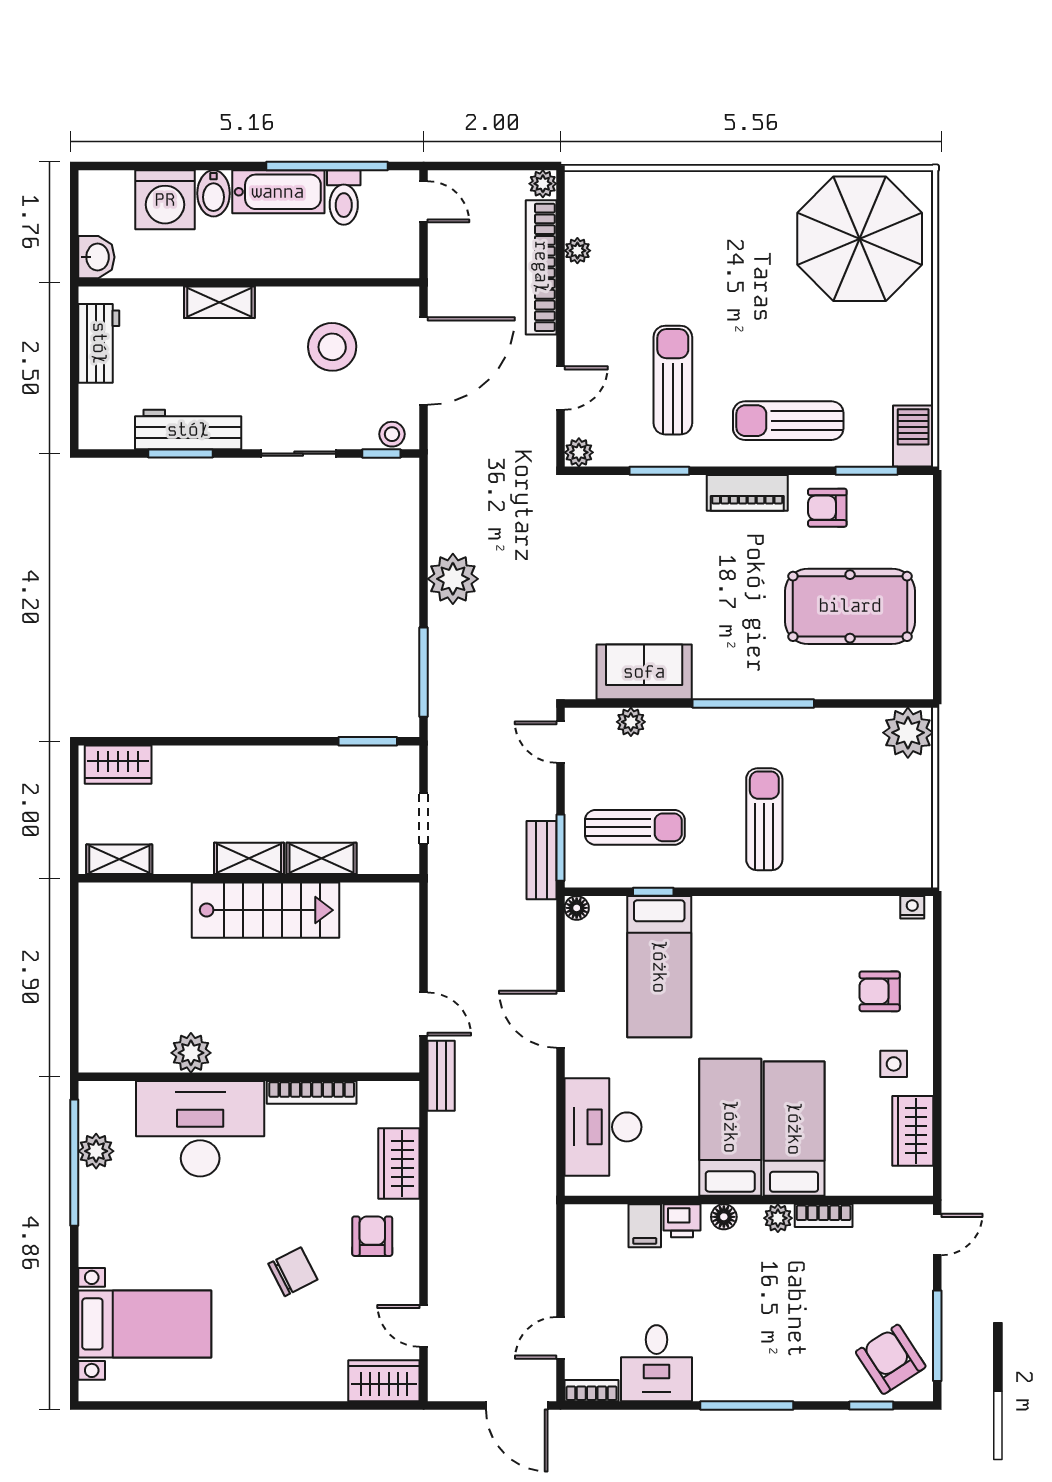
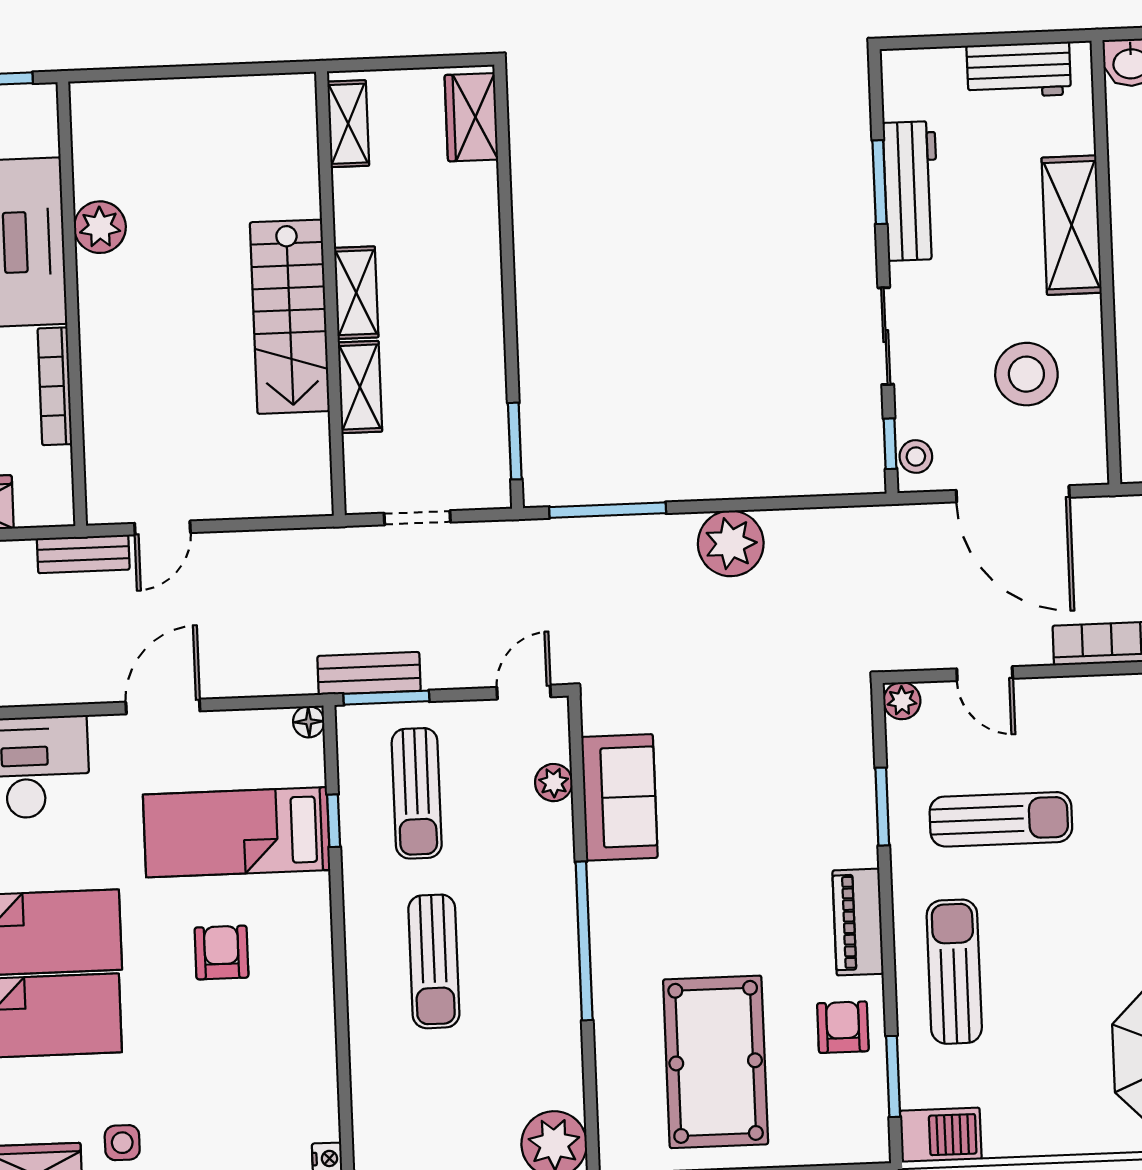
shelving: (219, 302) -> (1072, 225), width x1.50, depth x1.33
sun lounger: (764, 819) -> (434, 961), turned 90
armchair: (880, 991) -> (221, 953), moved

